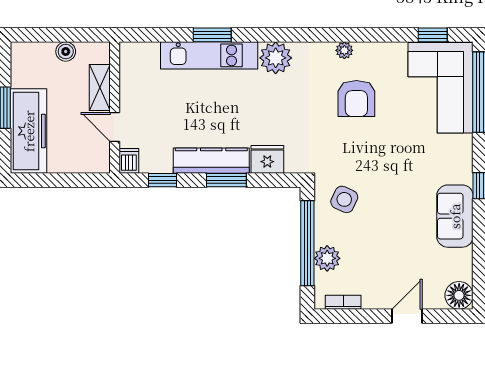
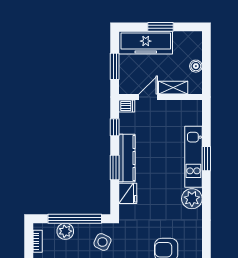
plant: (344, 50) -> (197, 242), removed
window: (66, 180) -> (115, 66), added

